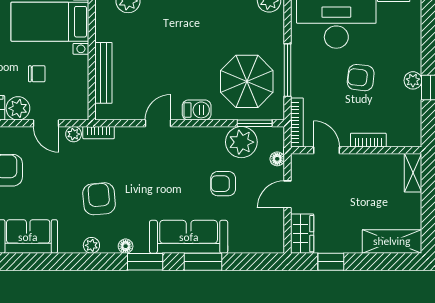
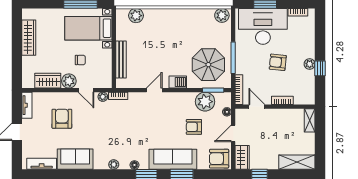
armchair: (99, 199) -> (219, 159), moved, turned -85

